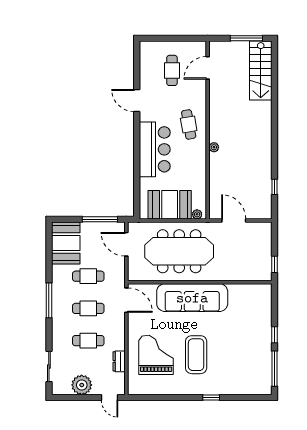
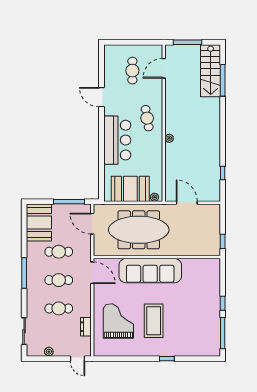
window: (246, 38) -> (188, 42), moved
window: (275, 81) -> (223, 80), added
plant: (82, 385) -> (49, 352), width x0.53, depth x0.53

